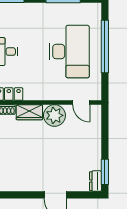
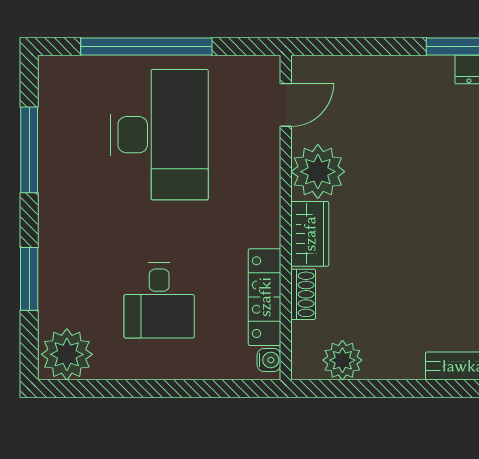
desk: (69, 52) -> (159, 135), turned 90

